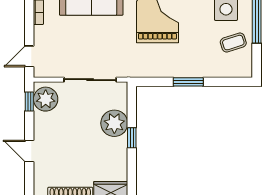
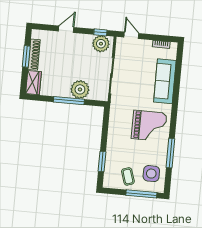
window: (188, 82) -> (102, 162), moved
window: (132, 138) -> (69, 101), width x2.17

